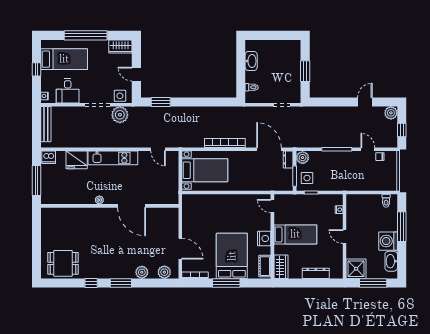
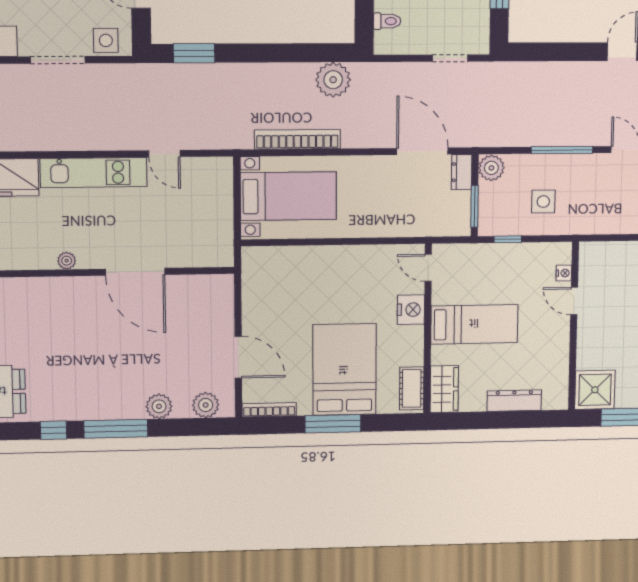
plant: (120, 115) -> (333, 80), moved
bookcase: (225, 143) -> (297, 139), moved
door: (158, 149) -> (164, 154), moved
side table: (307, 178) -> (543, 202), moved
door: (345, 237) -> (574, 301), moved
nightstand: (264, 239) -> (411, 310), moved
window: (121, 283) -> (116, 429), width x1.44

